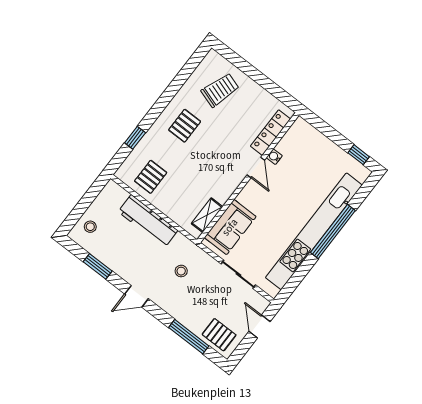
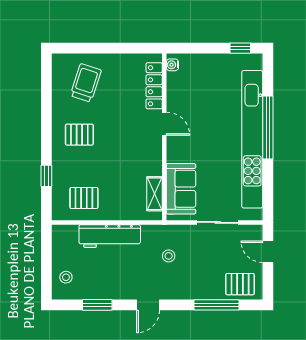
pallet: (185, 126) -> (79, 135), turned 90
water cooler: (274, 157) -> (172, 65), moved
pallet: (151, 177) -> (84, 198), turned 90

